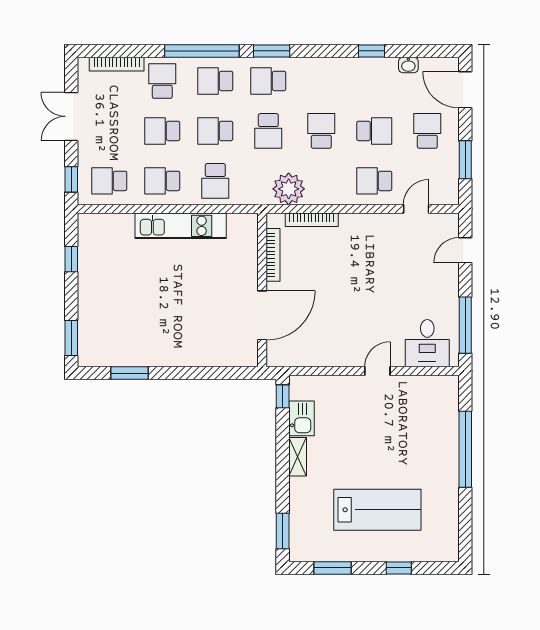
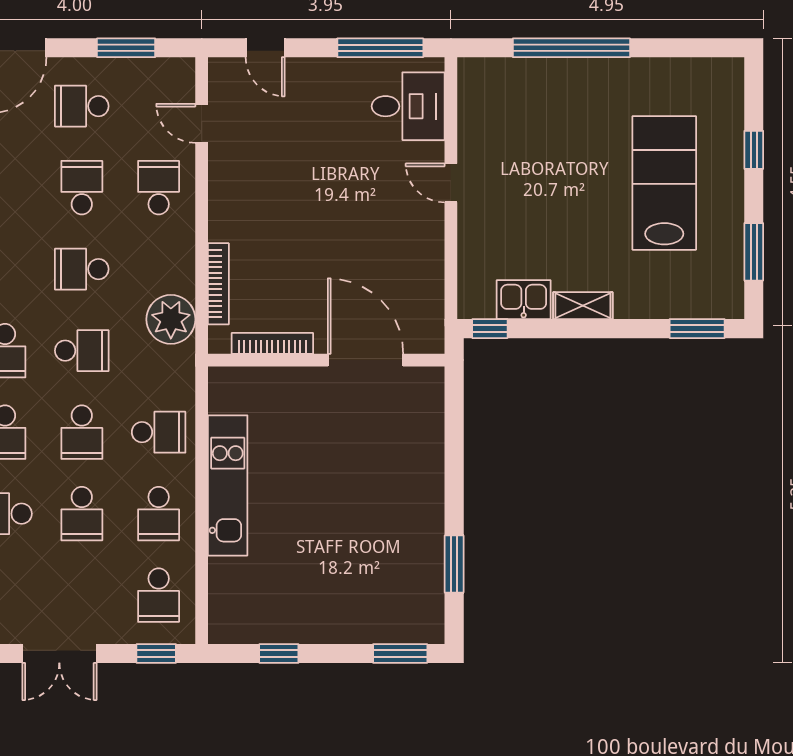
school desk: (374, 181) -> (159, 188), turned 180

